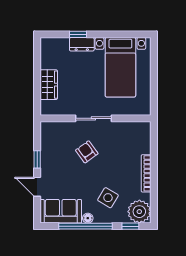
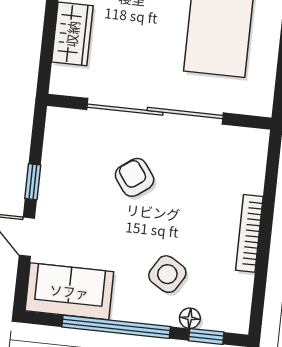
sliding door: (93, 118) -> (155, 111), width x1.86
plant: (139, 212) -> (227, 309), removed
floor lamp: (88, 218) -> (190, 318), moved

